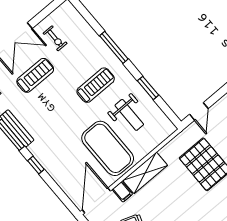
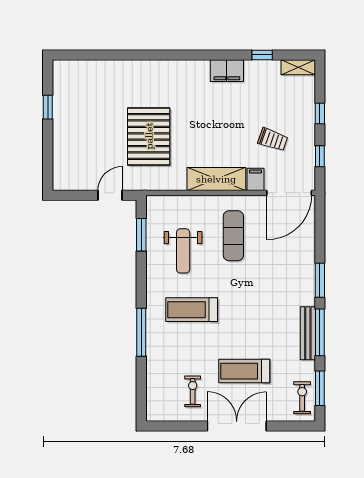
window: (148, 88) -> (141, 235), moved
weight bench: (129, 115) -> (183, 251), turned 180
exercise mat: (108, 148) -> (233, 236), width x0.50, depth x0.69
window: (36, 165) -> (320, 280), width x1.50

